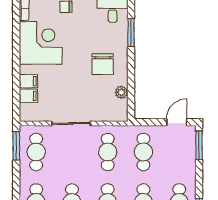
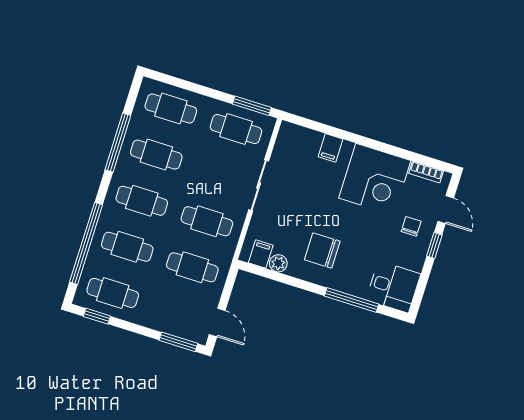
window: (131, 32) -> (352, 300), width x1.44
filing cabinet: (28, 96) -> (261, 254), moved, turned 180

